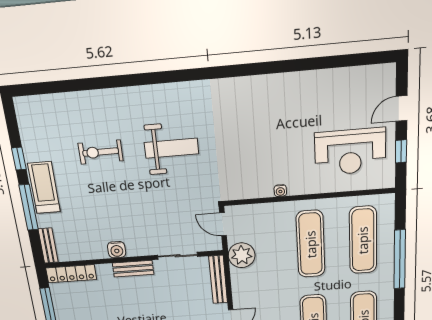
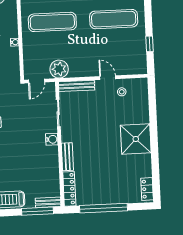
window: (29, 207) -> (37, 211), moved
water cooler: (117, 250) -> (52, 139), moved
bench: (133, 269) -> (67, 157), moved

